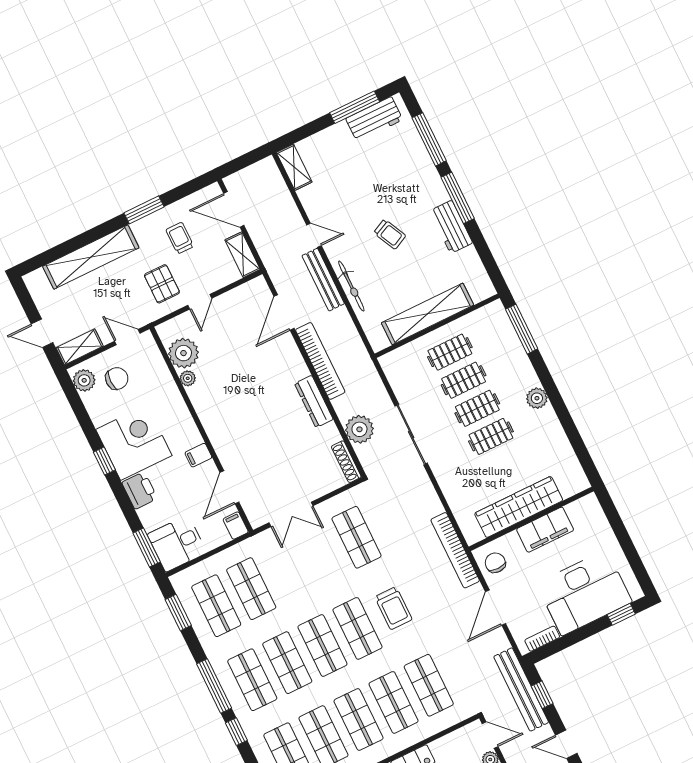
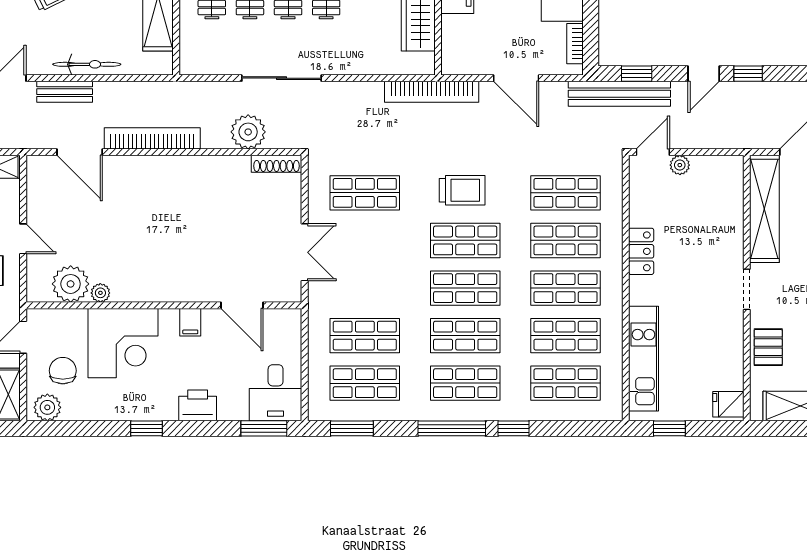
bench: (323, 280) -> (65, 92), width x0.73
dresser: (314, 401) -> (193, 167), removed
corner desk: (134, 443) -> (123, 343), moved, turned 180
filing cabinet: (236, 526) -> (287, 319), removed
chair: (495, 563) -> (467, 54), removed

